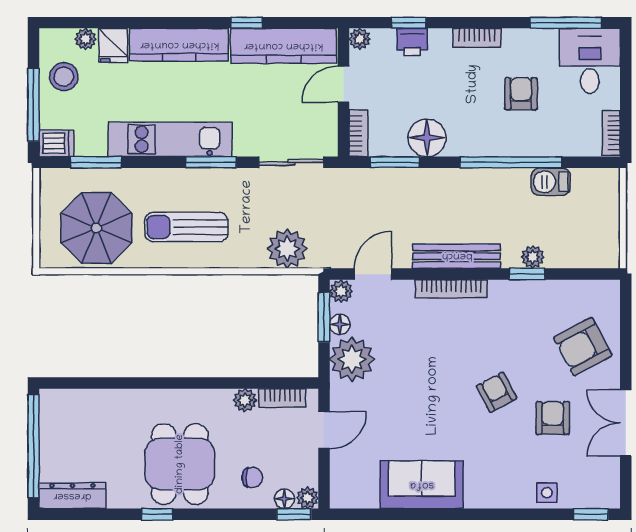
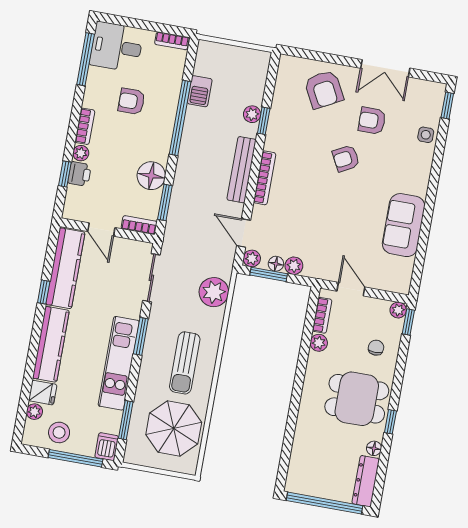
plant: (360, 39) -> (81, 153), moved
plant: (352, 359) -> (294, 266), width x0.53, depth x0.53
floor lamp: (284, 499) -> (374, 448), moved

